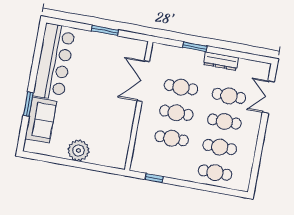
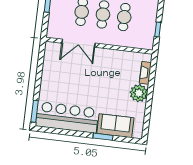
window: (105, 30) -> (35, 111), moved
fireplace: (103, 160) -> (145, 73), added

